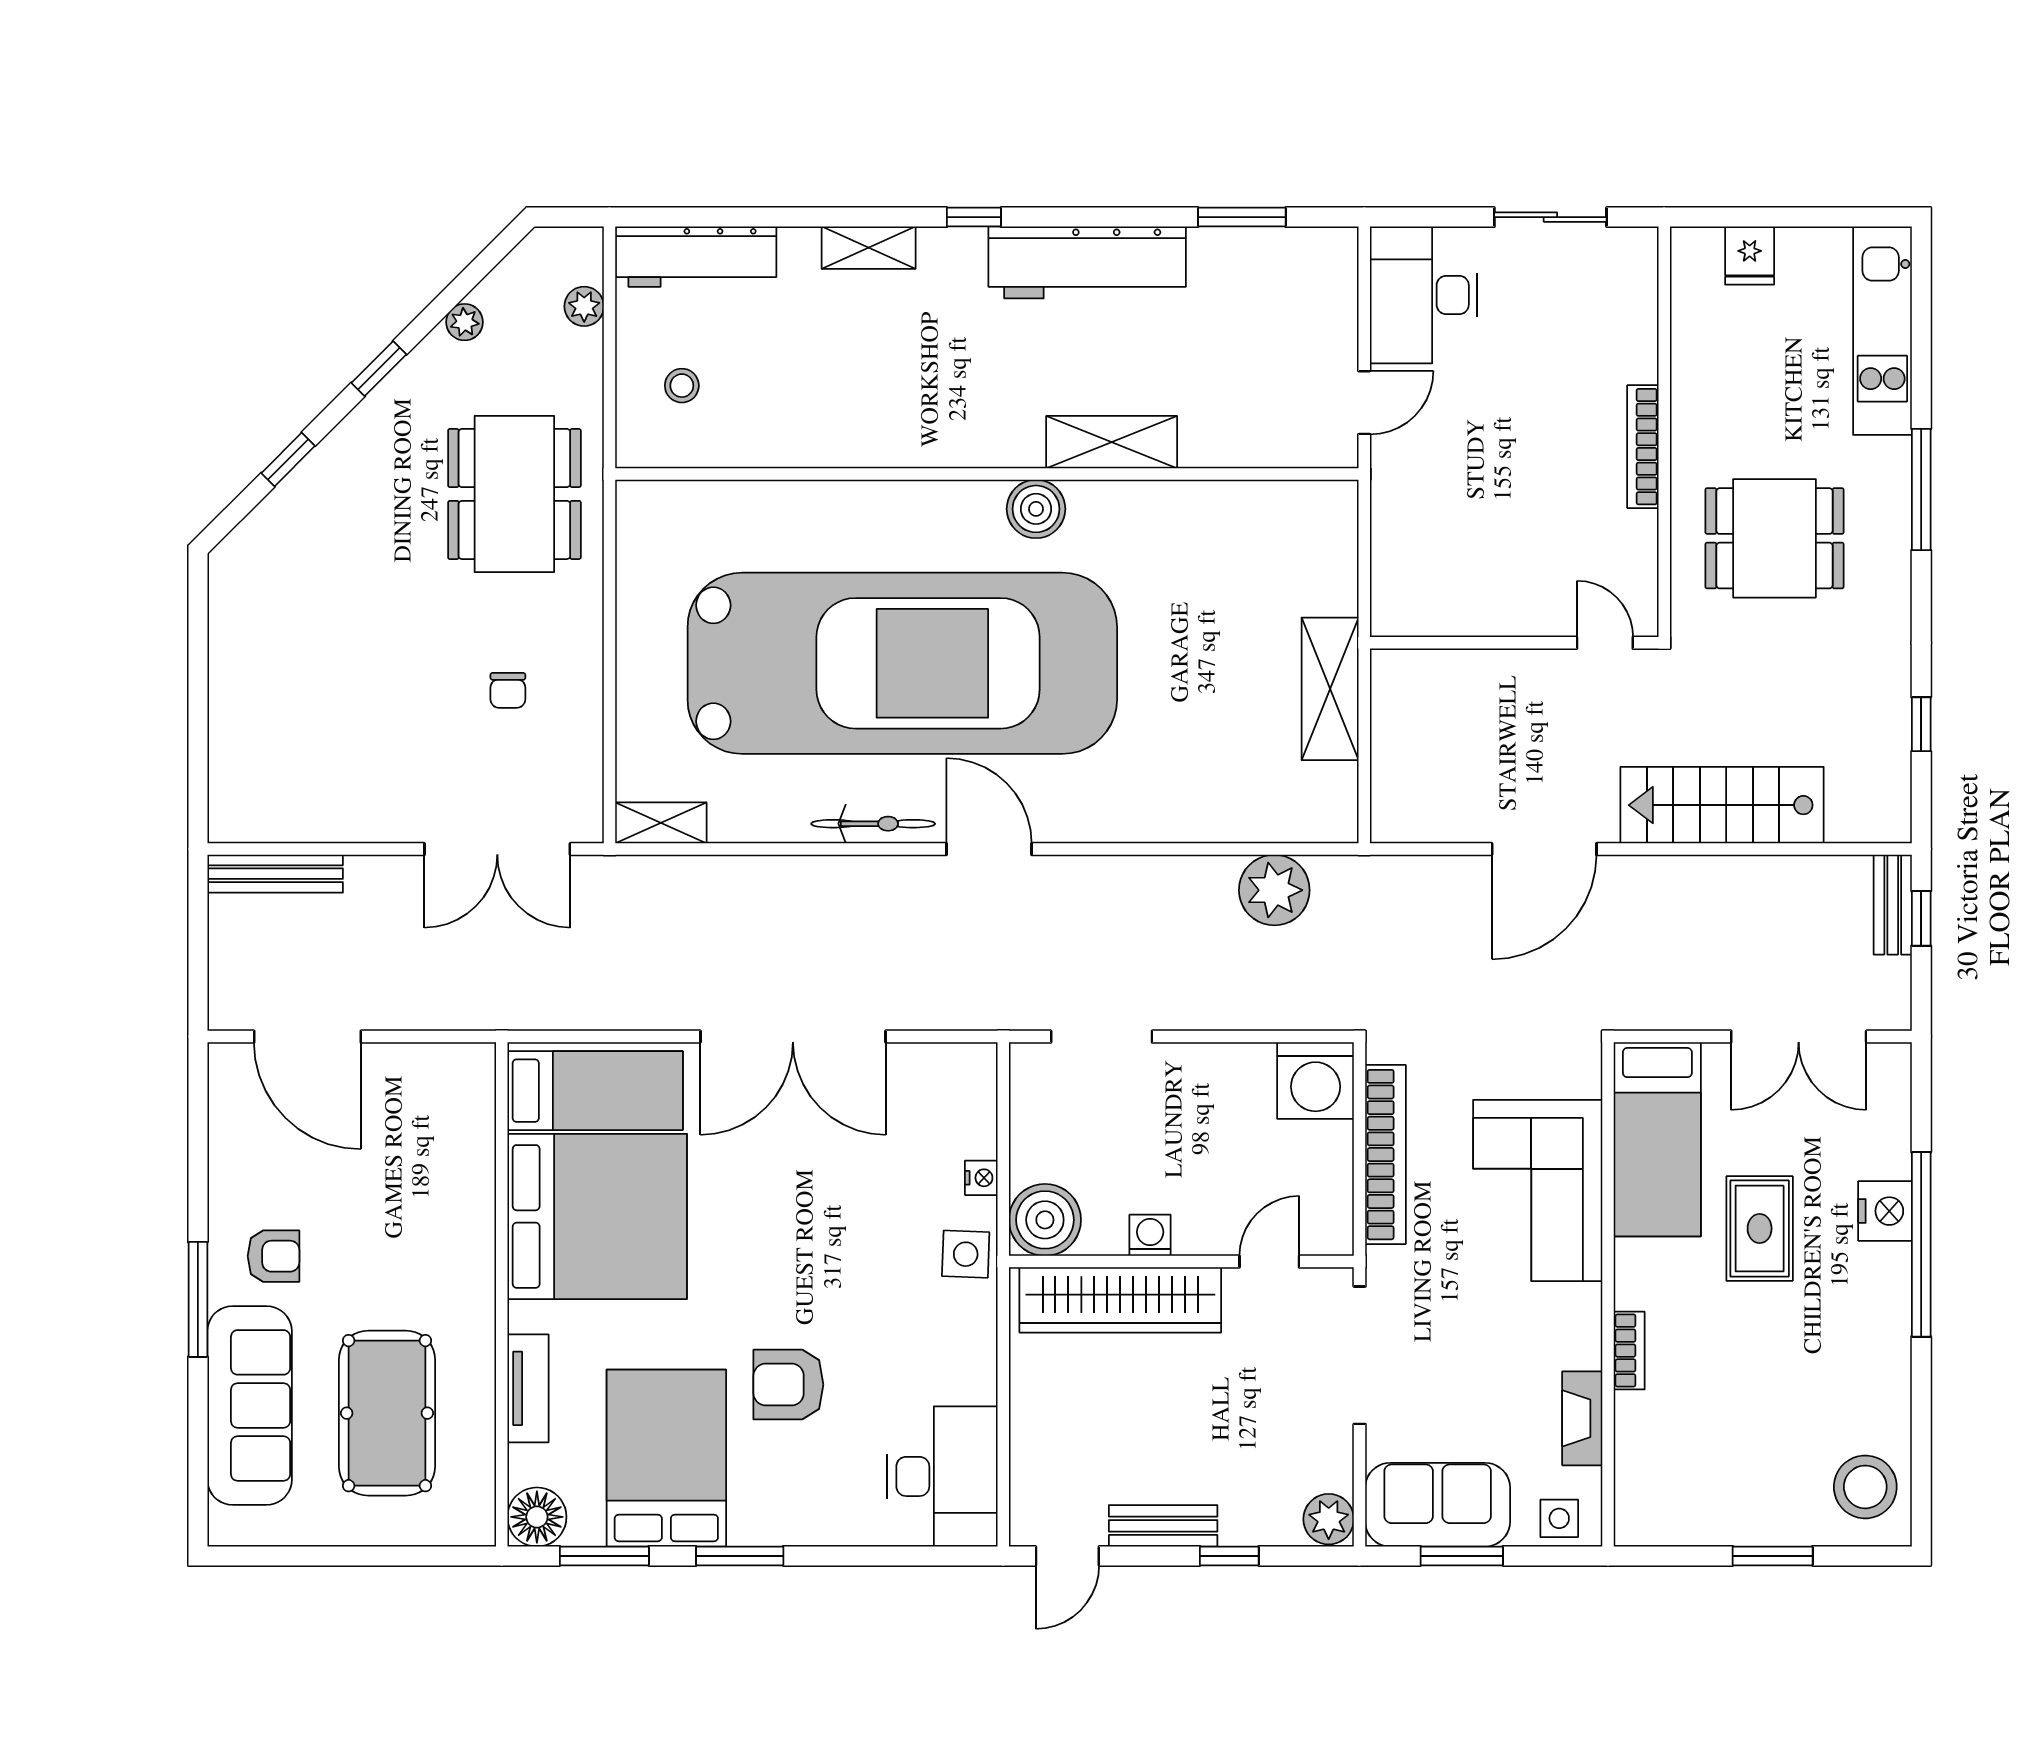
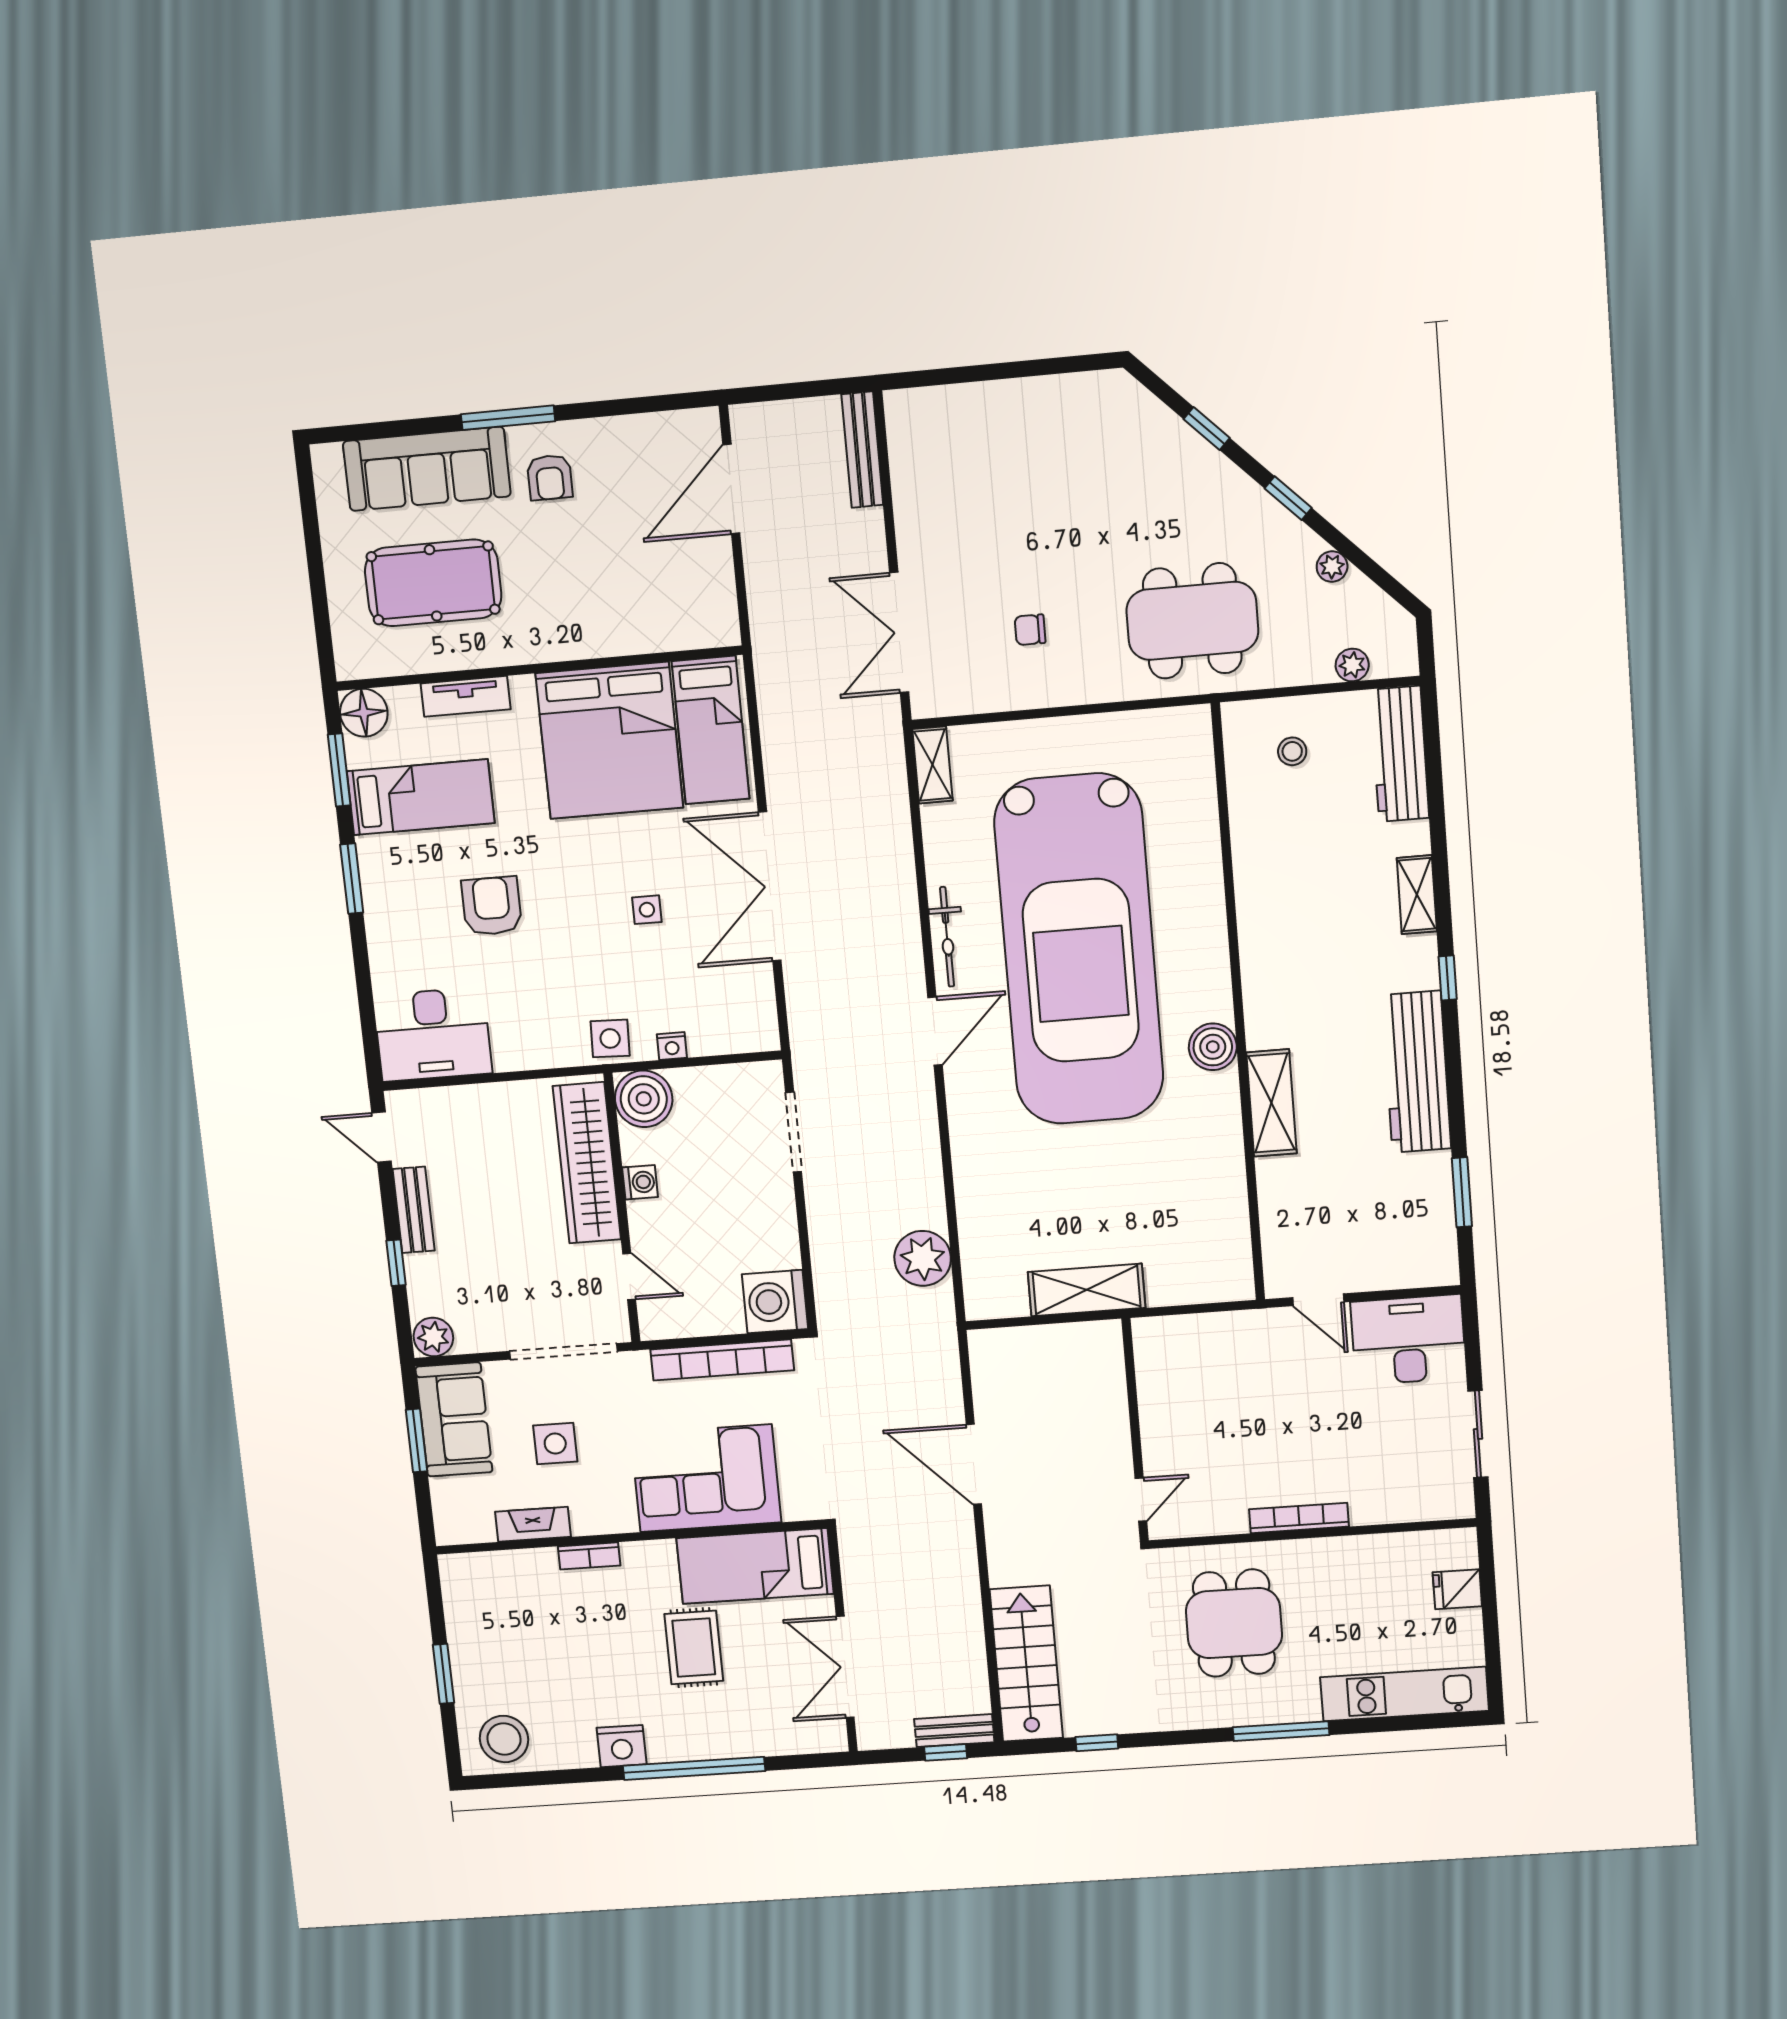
stairs: (1722, 805) -> (1026, 1664), moved
side table: (809, 1192) -> (647, 910), added
nightstand: (1885, 1211) -> (622, 1746), moved
rug: (1760, 1229) -> (694, 1647), turned 90
bed: (666, 1458) -> (421, 797), width x0.67
side table: (1559, 1518) -> (555, 1444), moved, width x1.37, depth x1.37

